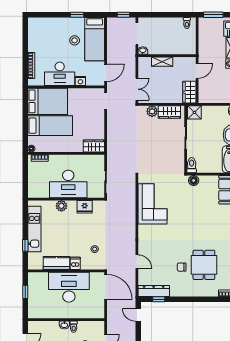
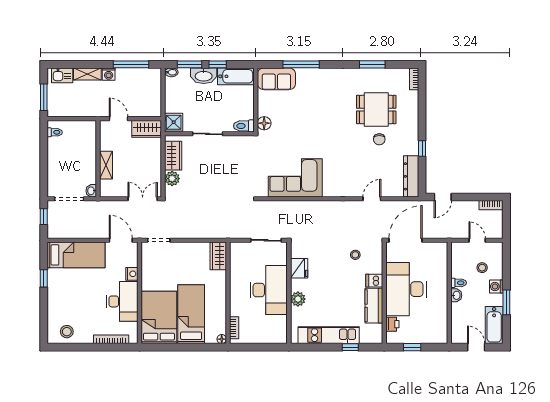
stool: (75, 40) -> (67, 332), moved
printer: (43, 277) -> (392, 324), added
window: (159, 299) -> (422, 149), moved

